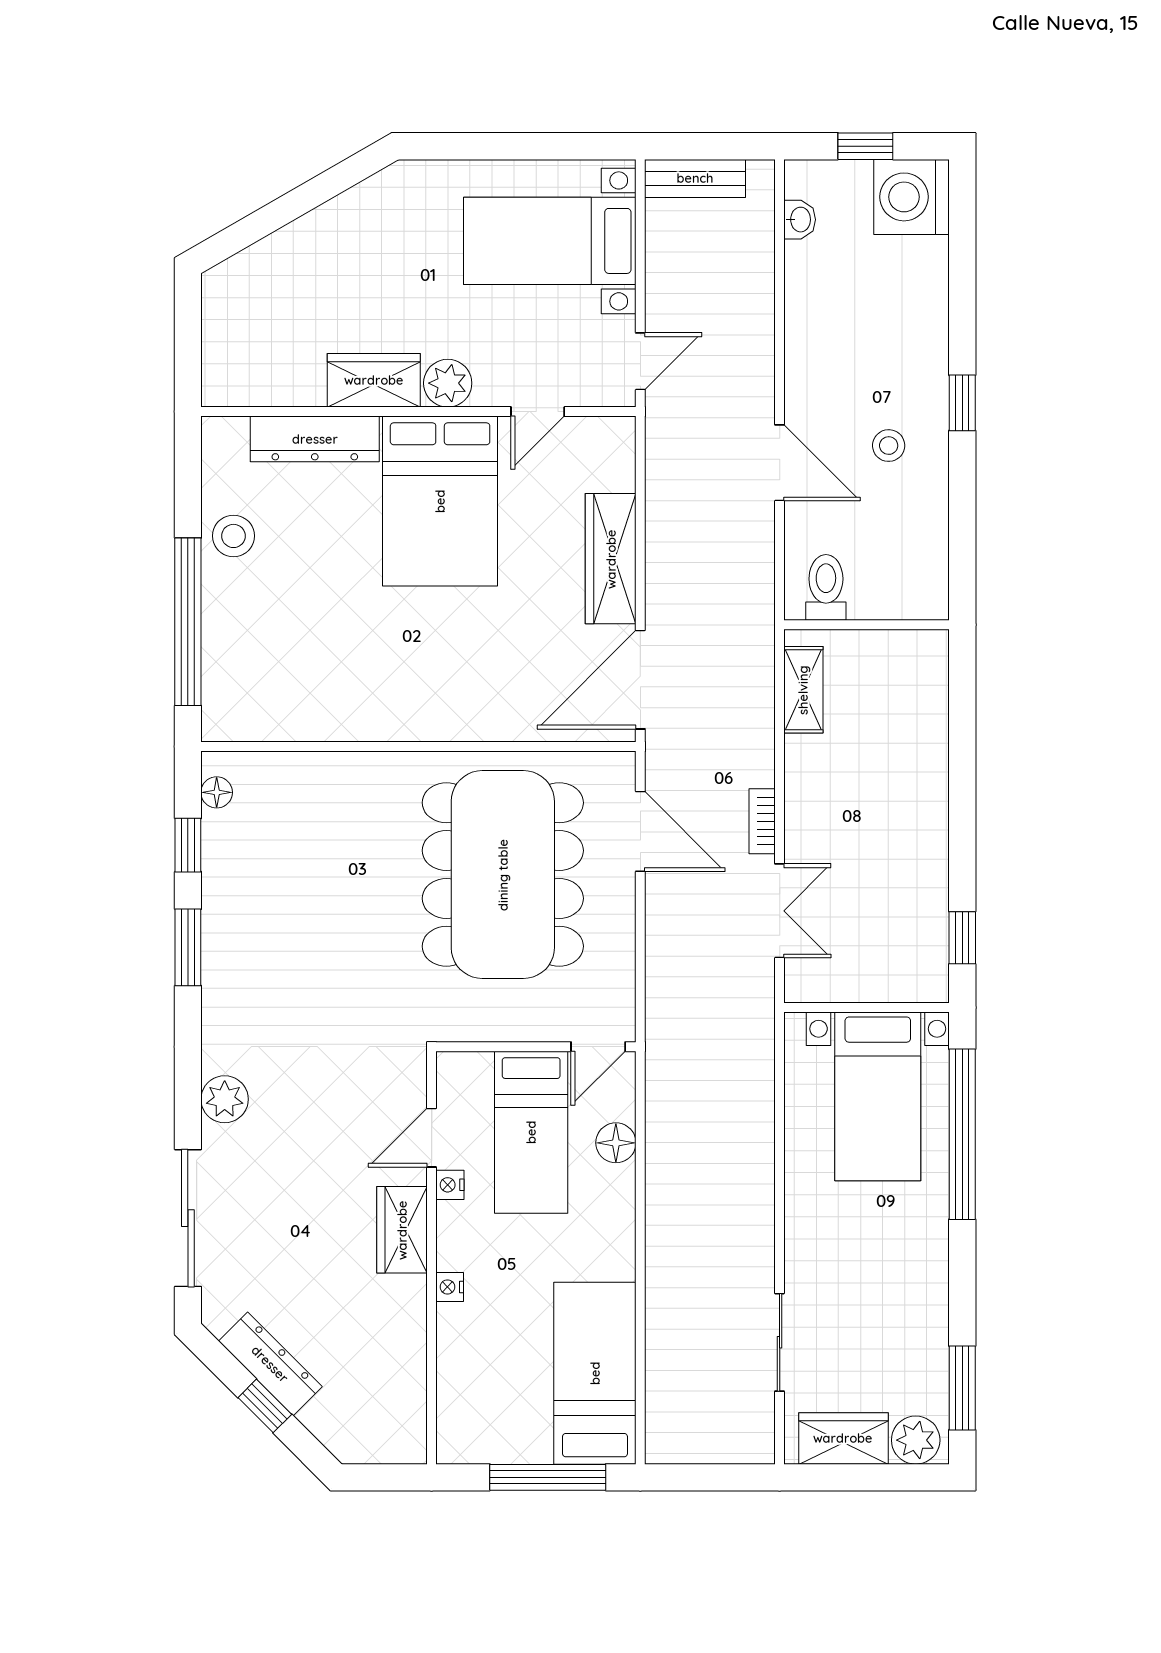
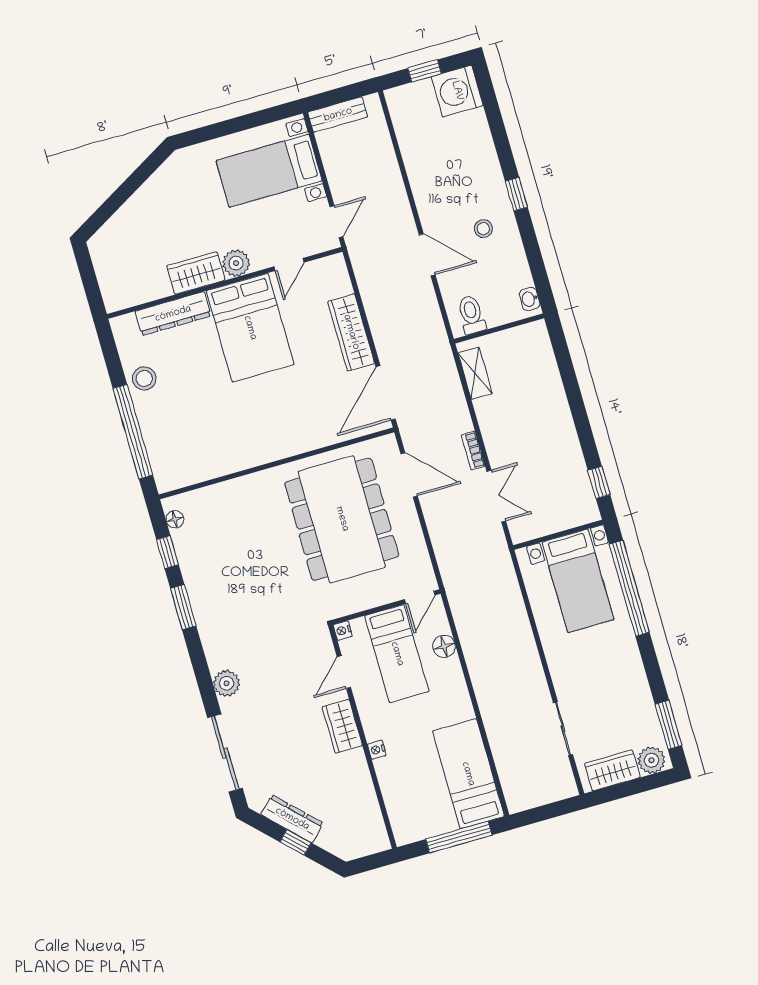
washbasin: (800, 220) -> (530, 299), moved, turned 180
nightstand: (450, 1185) -> (343, 631), moved

